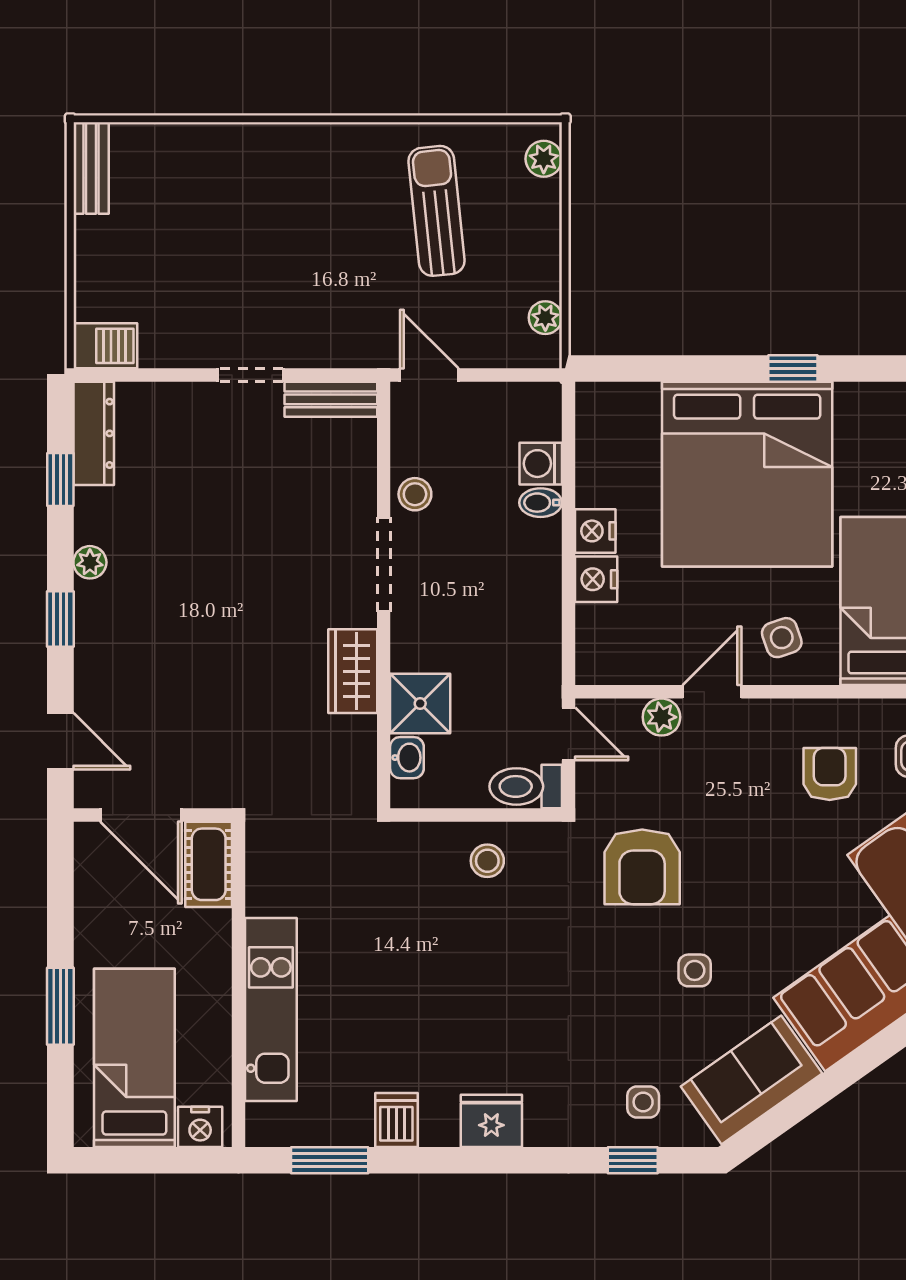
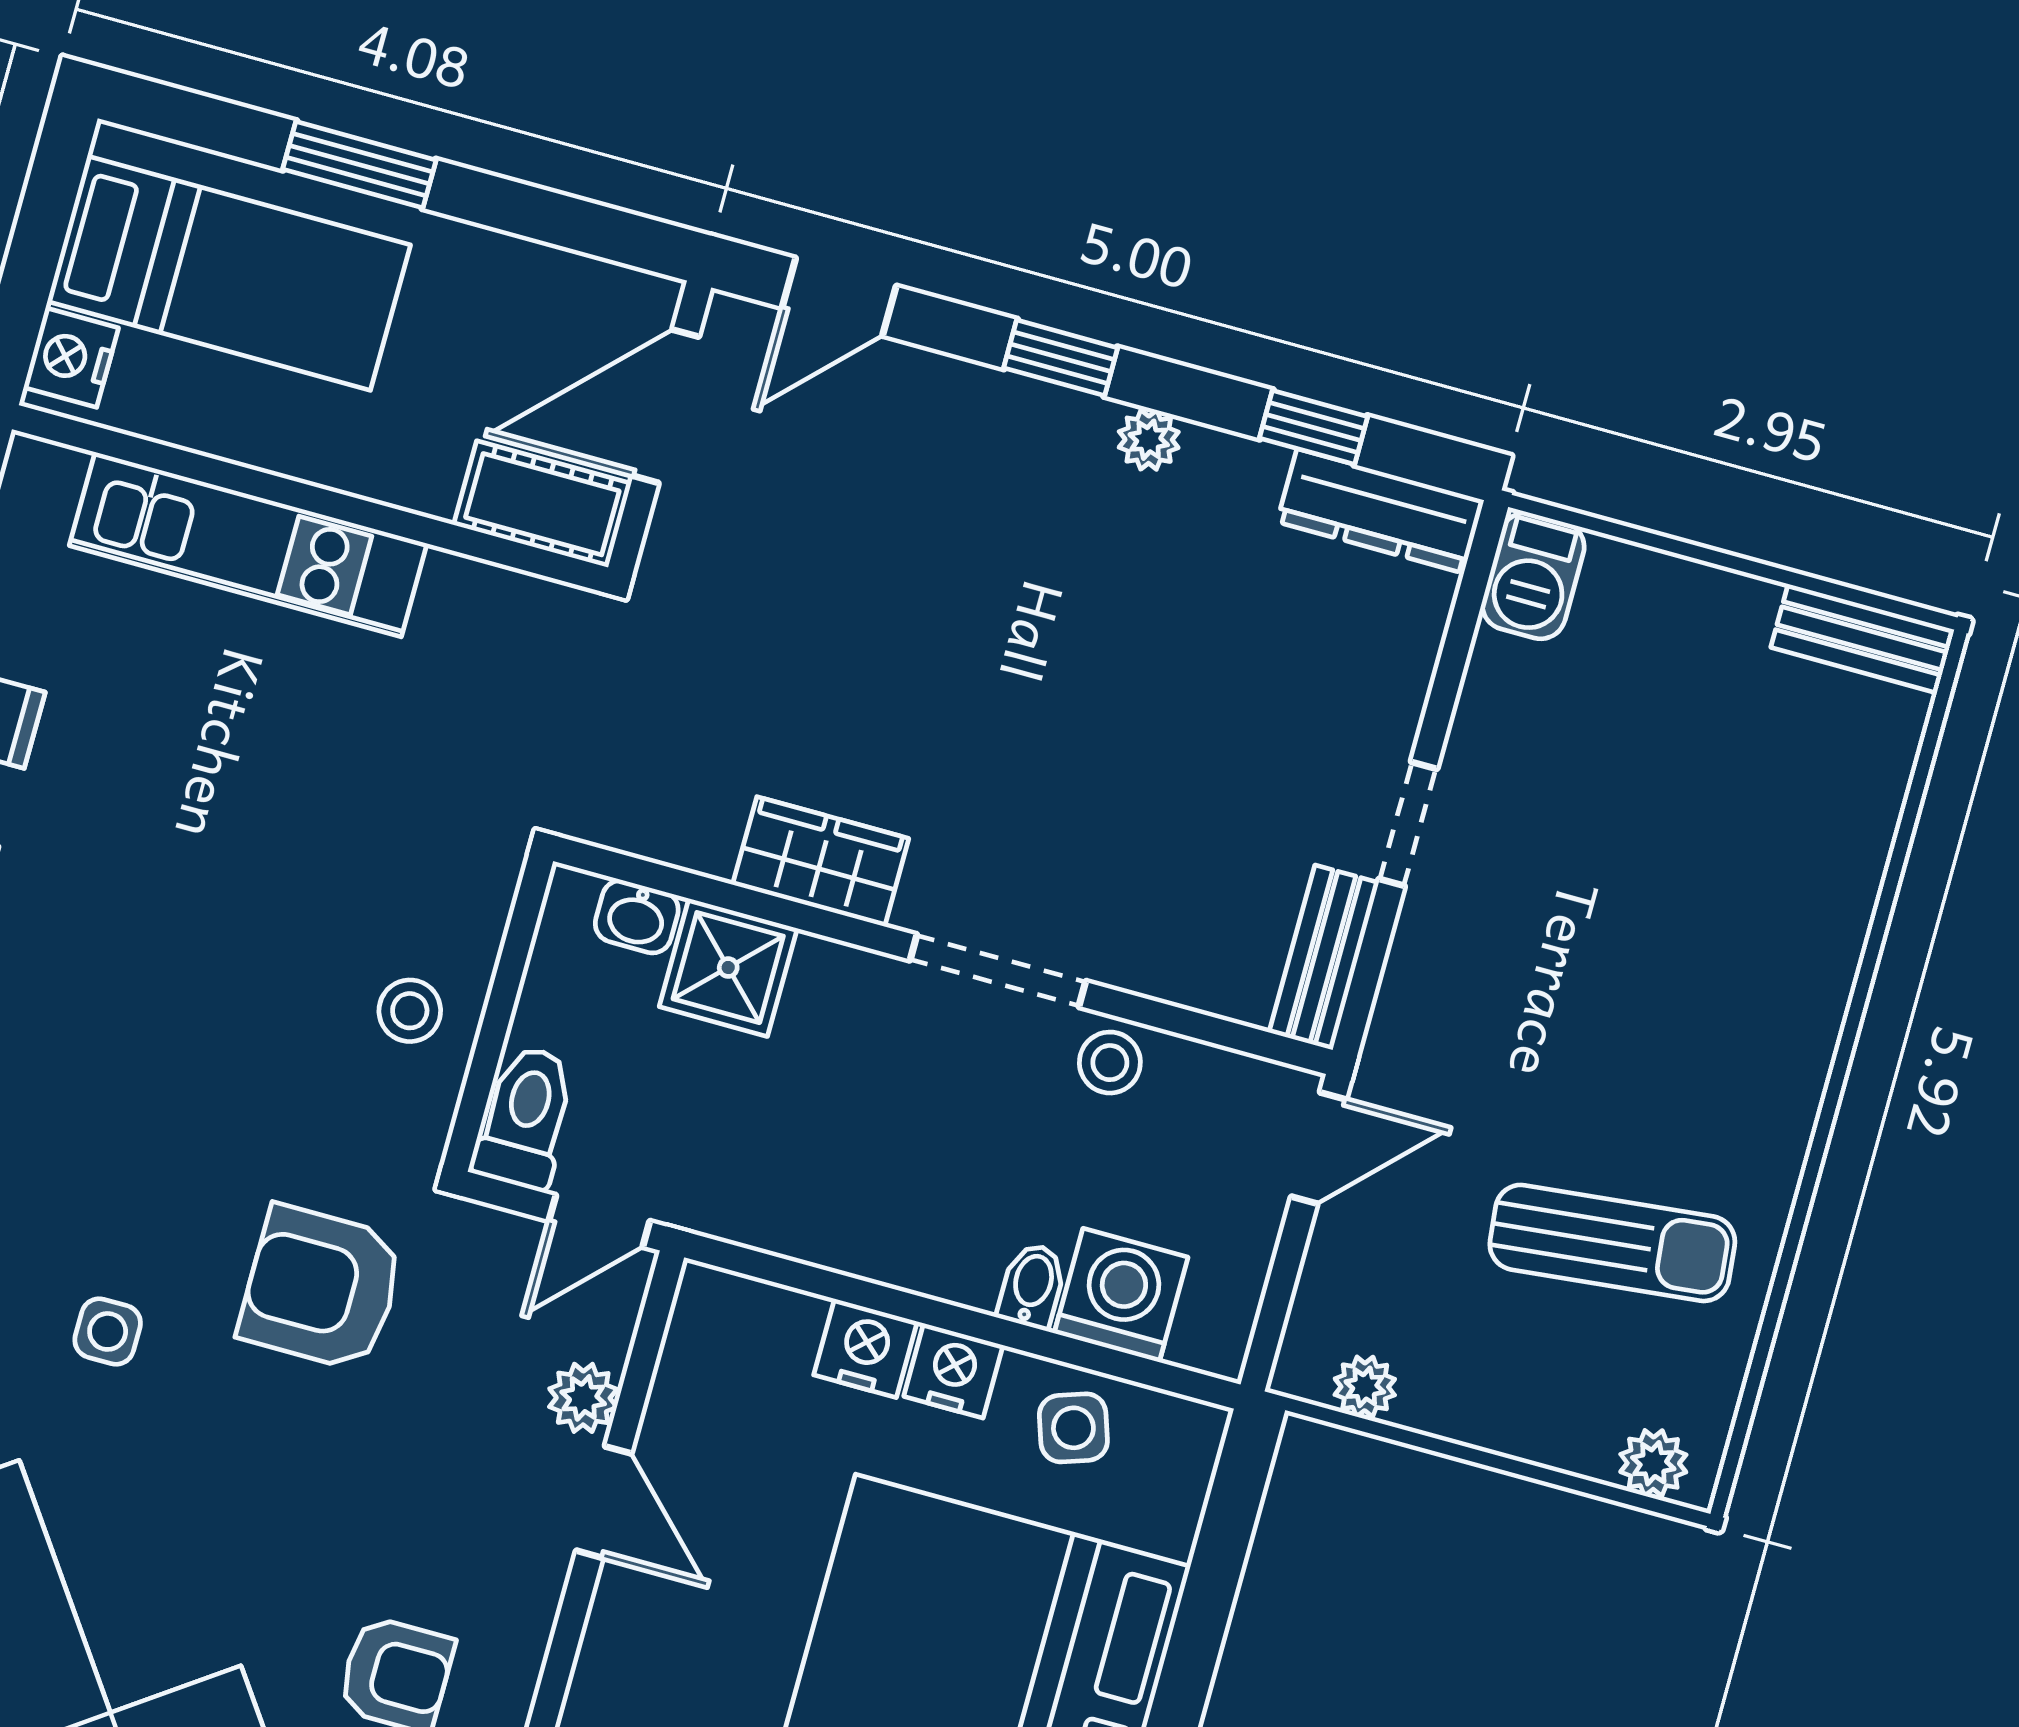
washing machine: (541, 464) -> (1121, 1295), width x1.38, depth x1.38
side table: (782, 638) -> (1073, 1428), moved

